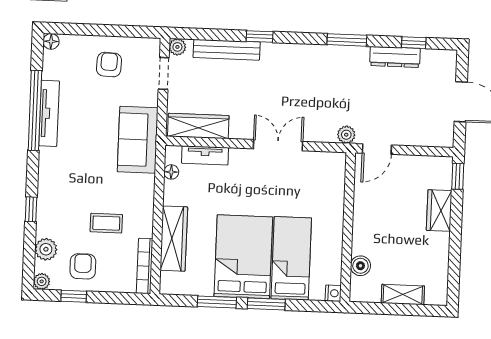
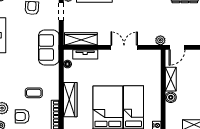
shelving: (363, 208) -> (171, 79), added
armchair: (83, 266) -> (22, 116), turned -90
boiler: (360, 266) -> (171, 97), moved

